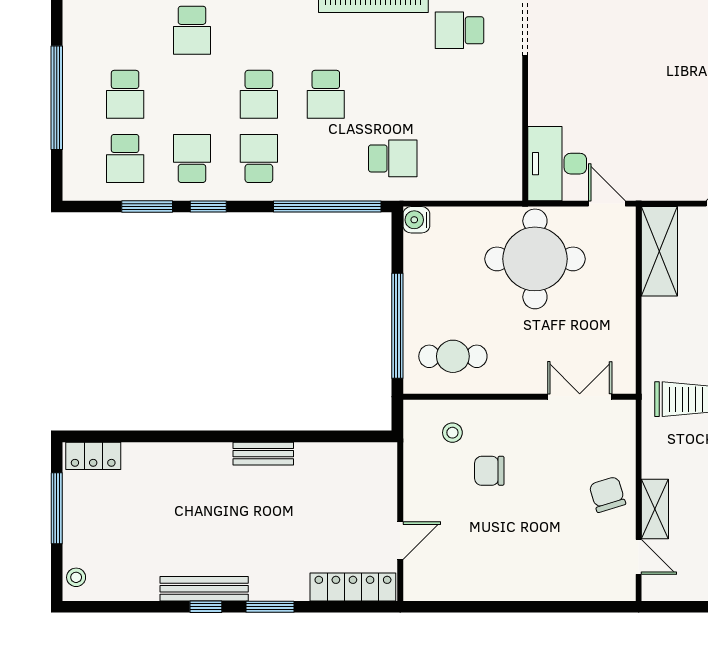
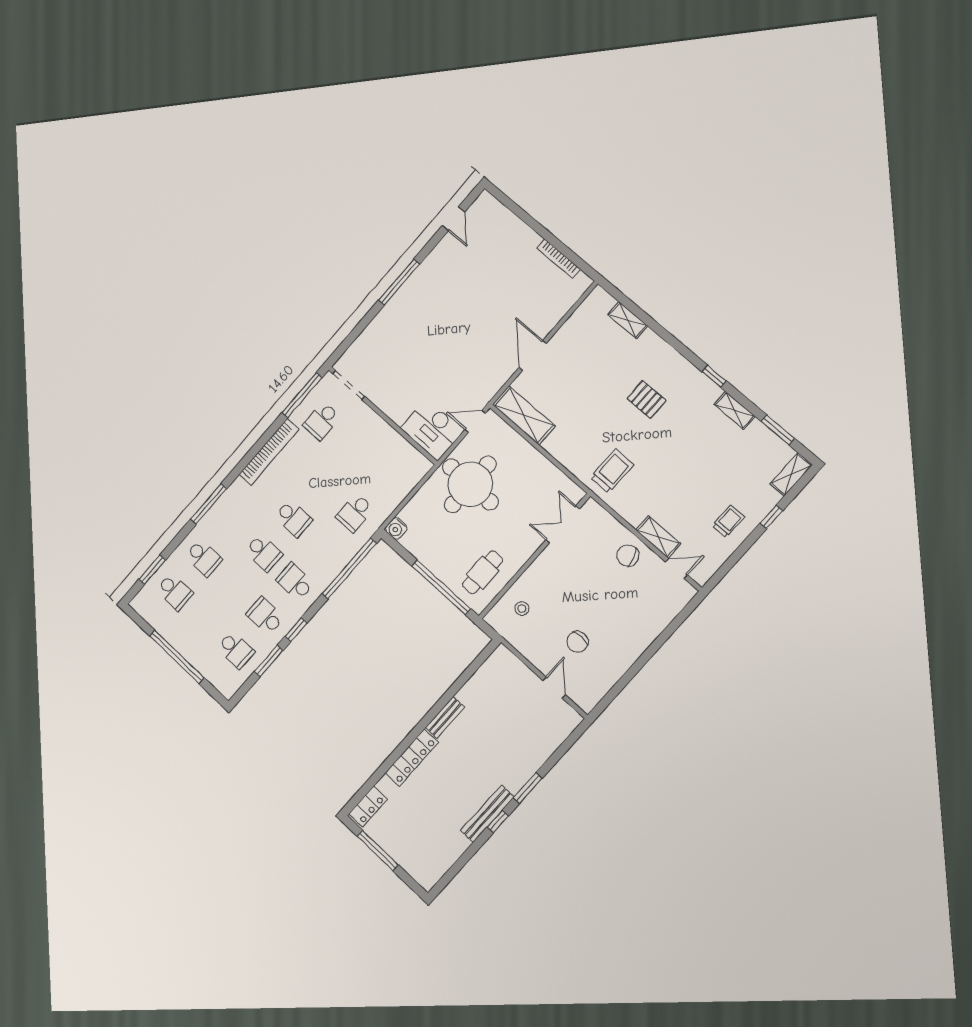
school desk: (125, 94) -> (174, 592), moved
school desk: (393, 158) -> (355, 513), turned 180
chair: (489, 471) -> (577, 642), moved
stool: (76, 577) -> (422, 874), removed
locker: (353, 587) -> (412, 758), moved, turned 180

